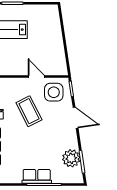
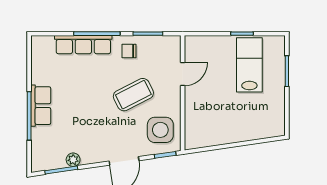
door: (36, 76) -> (183, 74), moved
plant: (71, 158) -> (73, 160), width x0.53, depth x0.53

